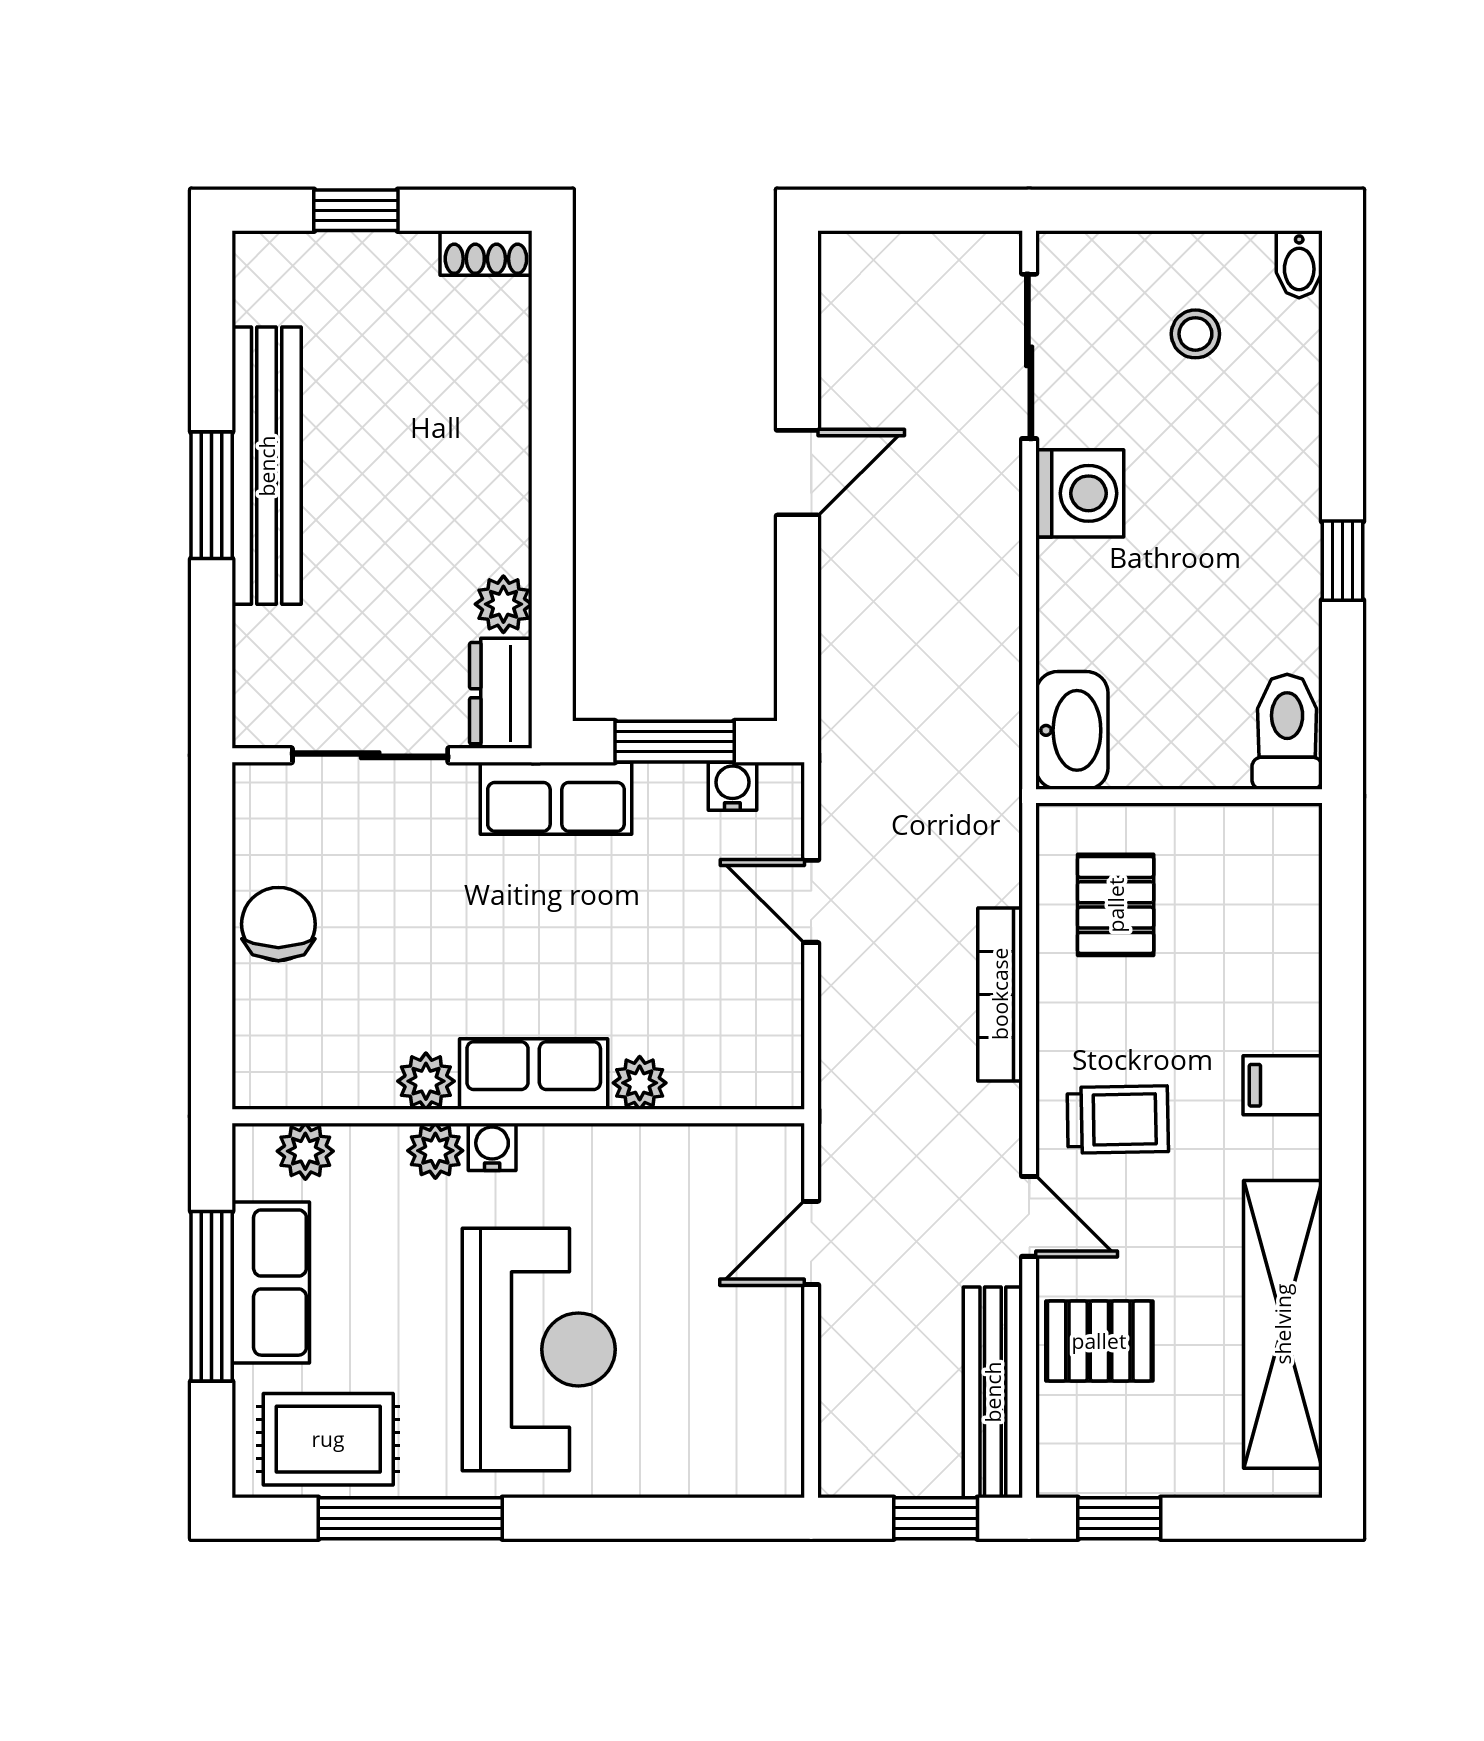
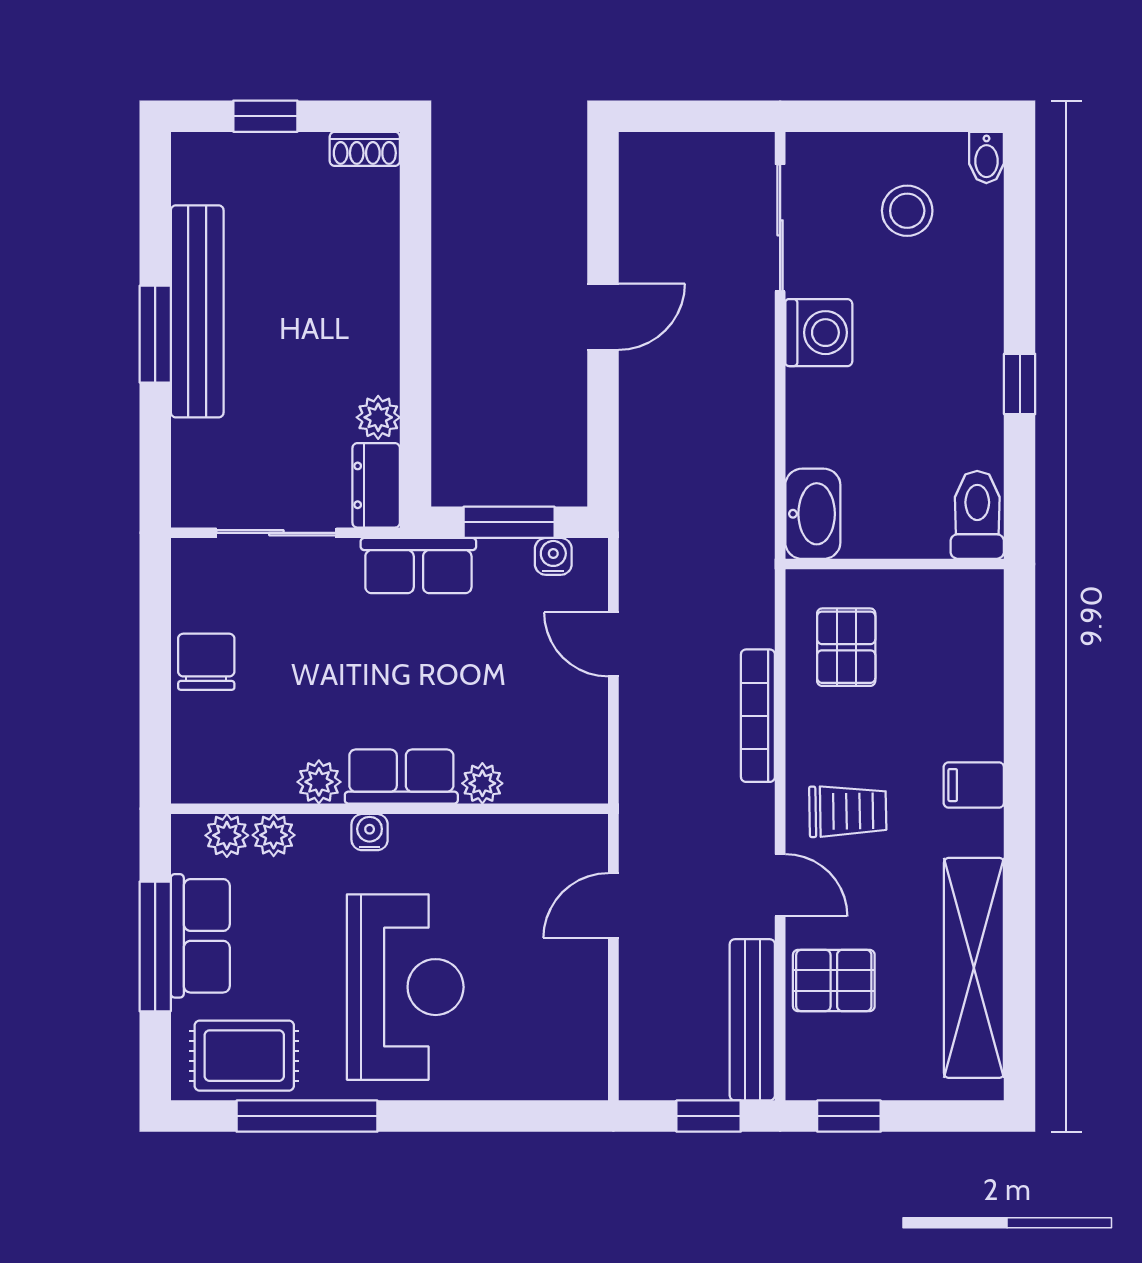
stool: (1195, 334) -> (907, 211), width x1.37, depth x1.37
plant: (435, 1151) -> (274, 835), moved

